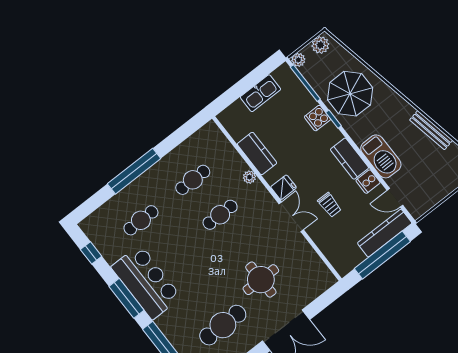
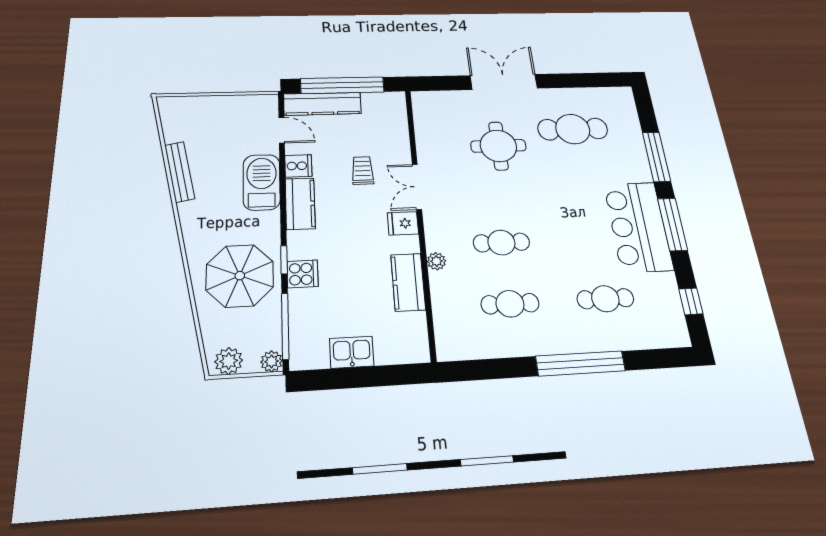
kitchen sink: (260, 93) -> (352, 352), width x0.73

